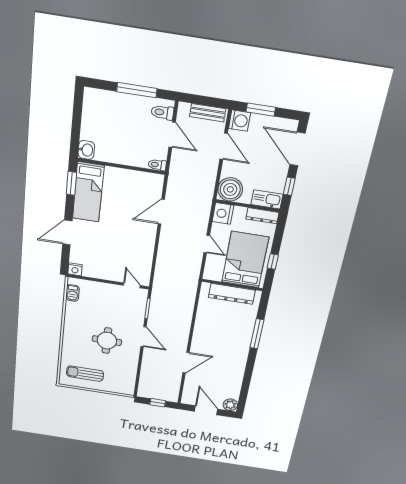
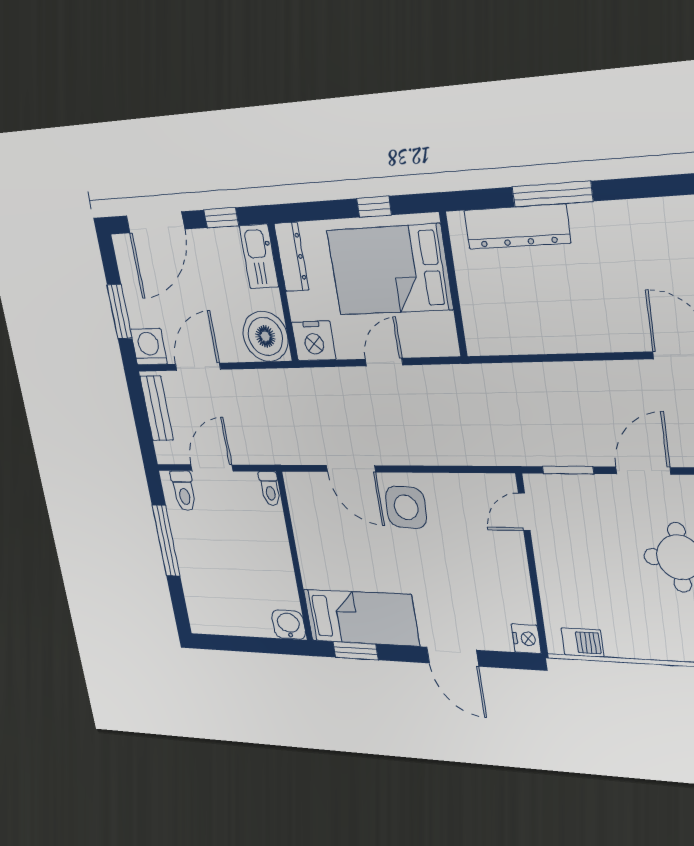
side table: (140, 233) -> (406, 507), added
dresser: (232, 294) -> (517, 227), moved, turned 90

